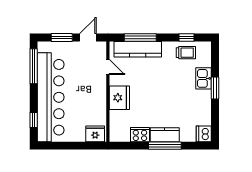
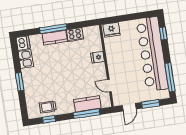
kitchen counter: (138, 49) -> (87, 104), width x0.67
kitchen sink: (203, 78) -> (26, 59), moved
fridge: (119, 98) -> (98, 57), width x0.53, depth x0.75

